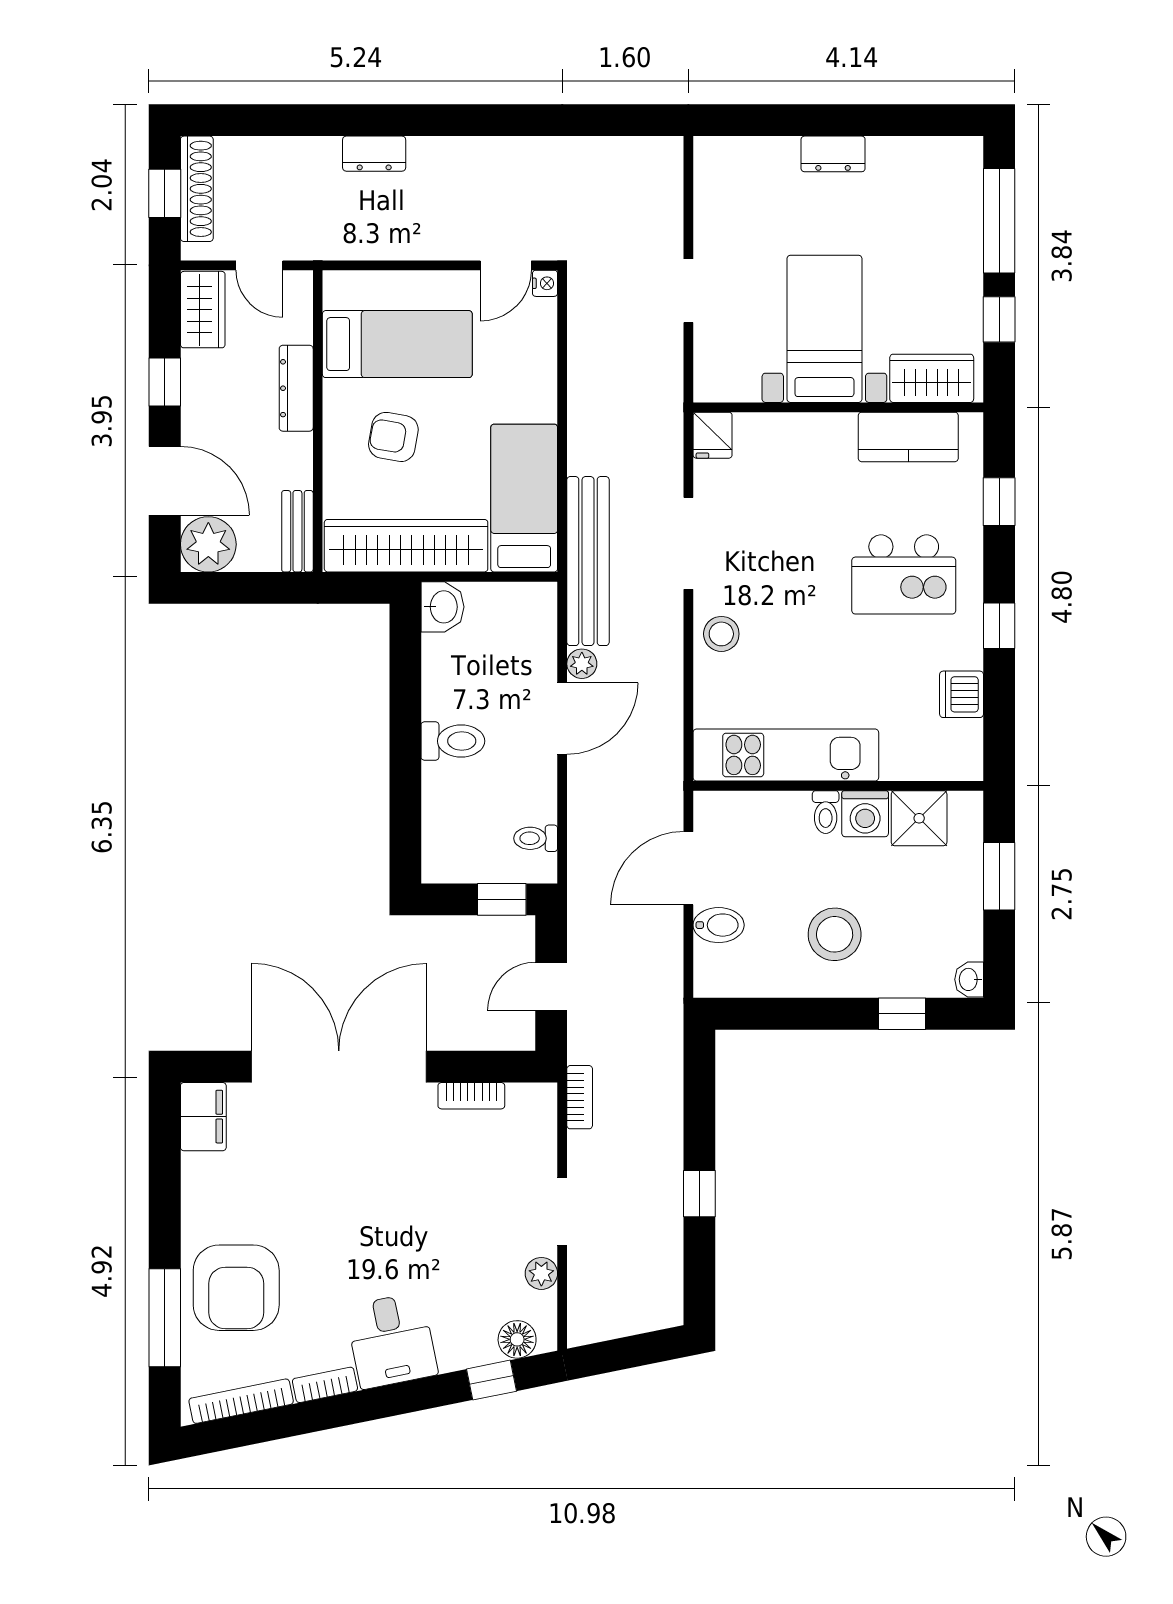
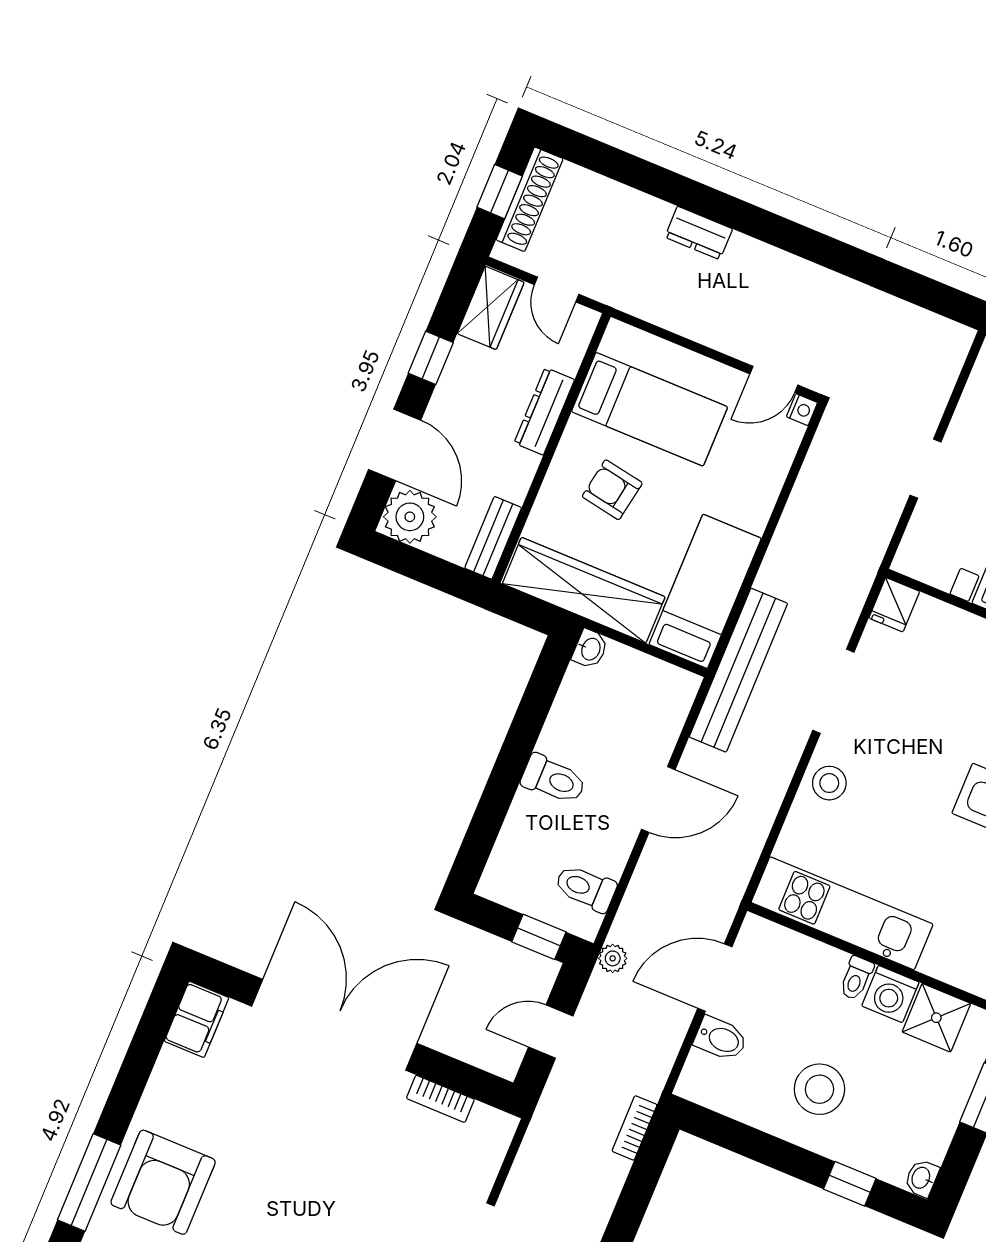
washbasin: (442, 607) -> (590, 649), width x0.72, depth x0.69
plant: (582, 664) -> (613, 958), moved
toilet: (536, 838) -> (586, 888), width x1.37, depth x1.39
bookcase: (580, 1097) -> (634, 1128), moved, turned 180

